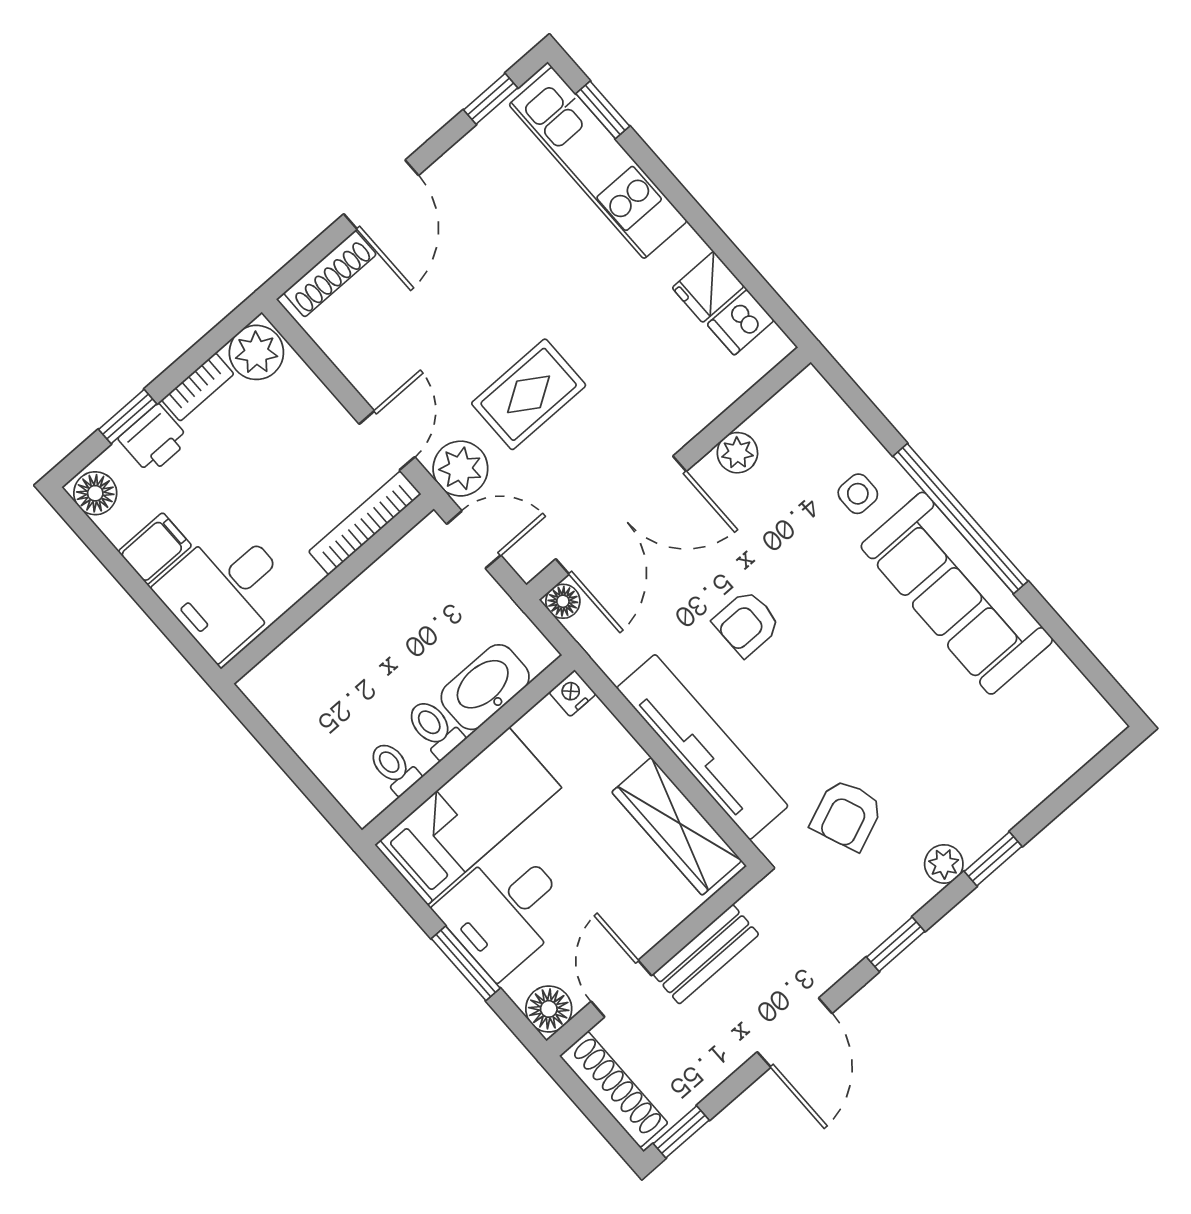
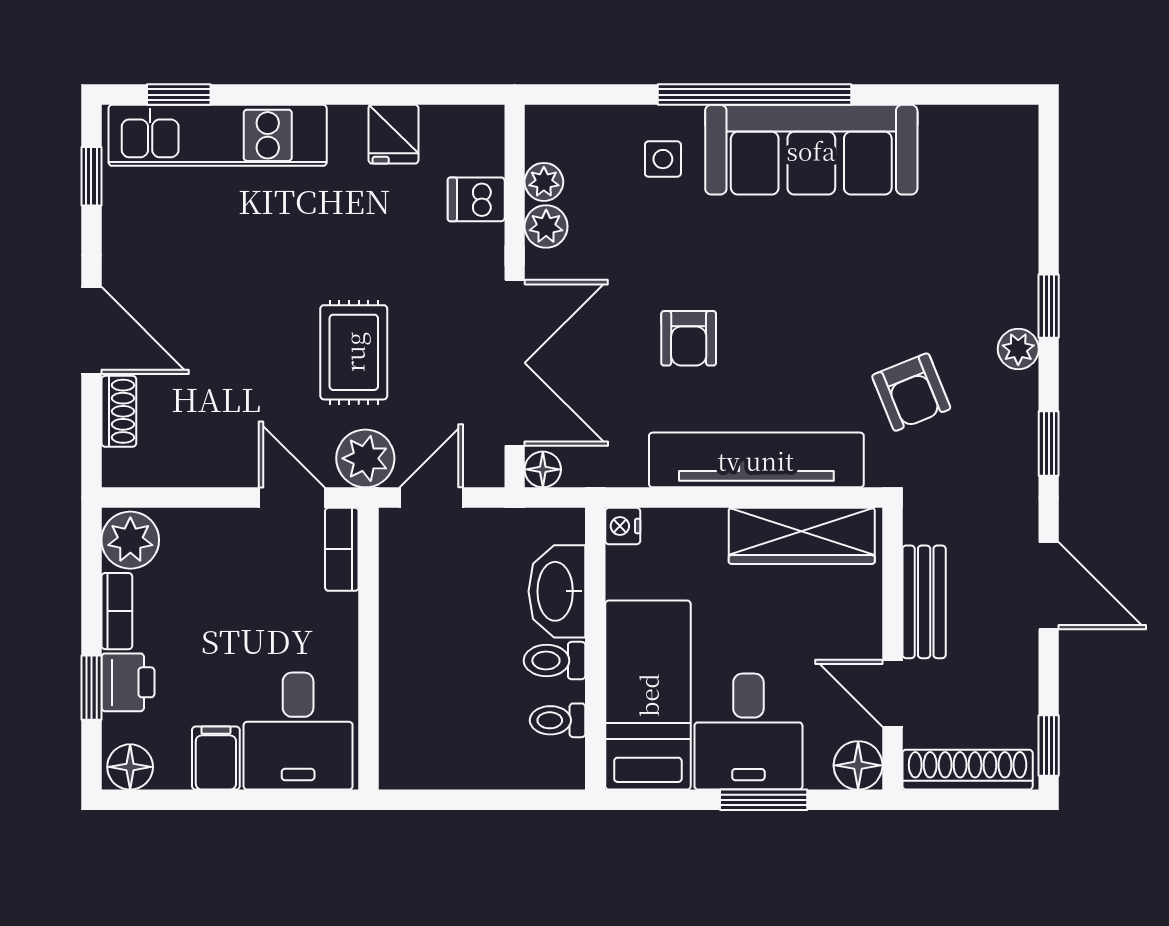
shoe rack: (330, 274) -> (119, 411), width x0.70
dishwasher: (741, 322) -> (476, 199), moved, turned 90
plant: (768, 423) -> (544, 182), added
bookcase: (365, 523) -> (342, 549), width x0.64

